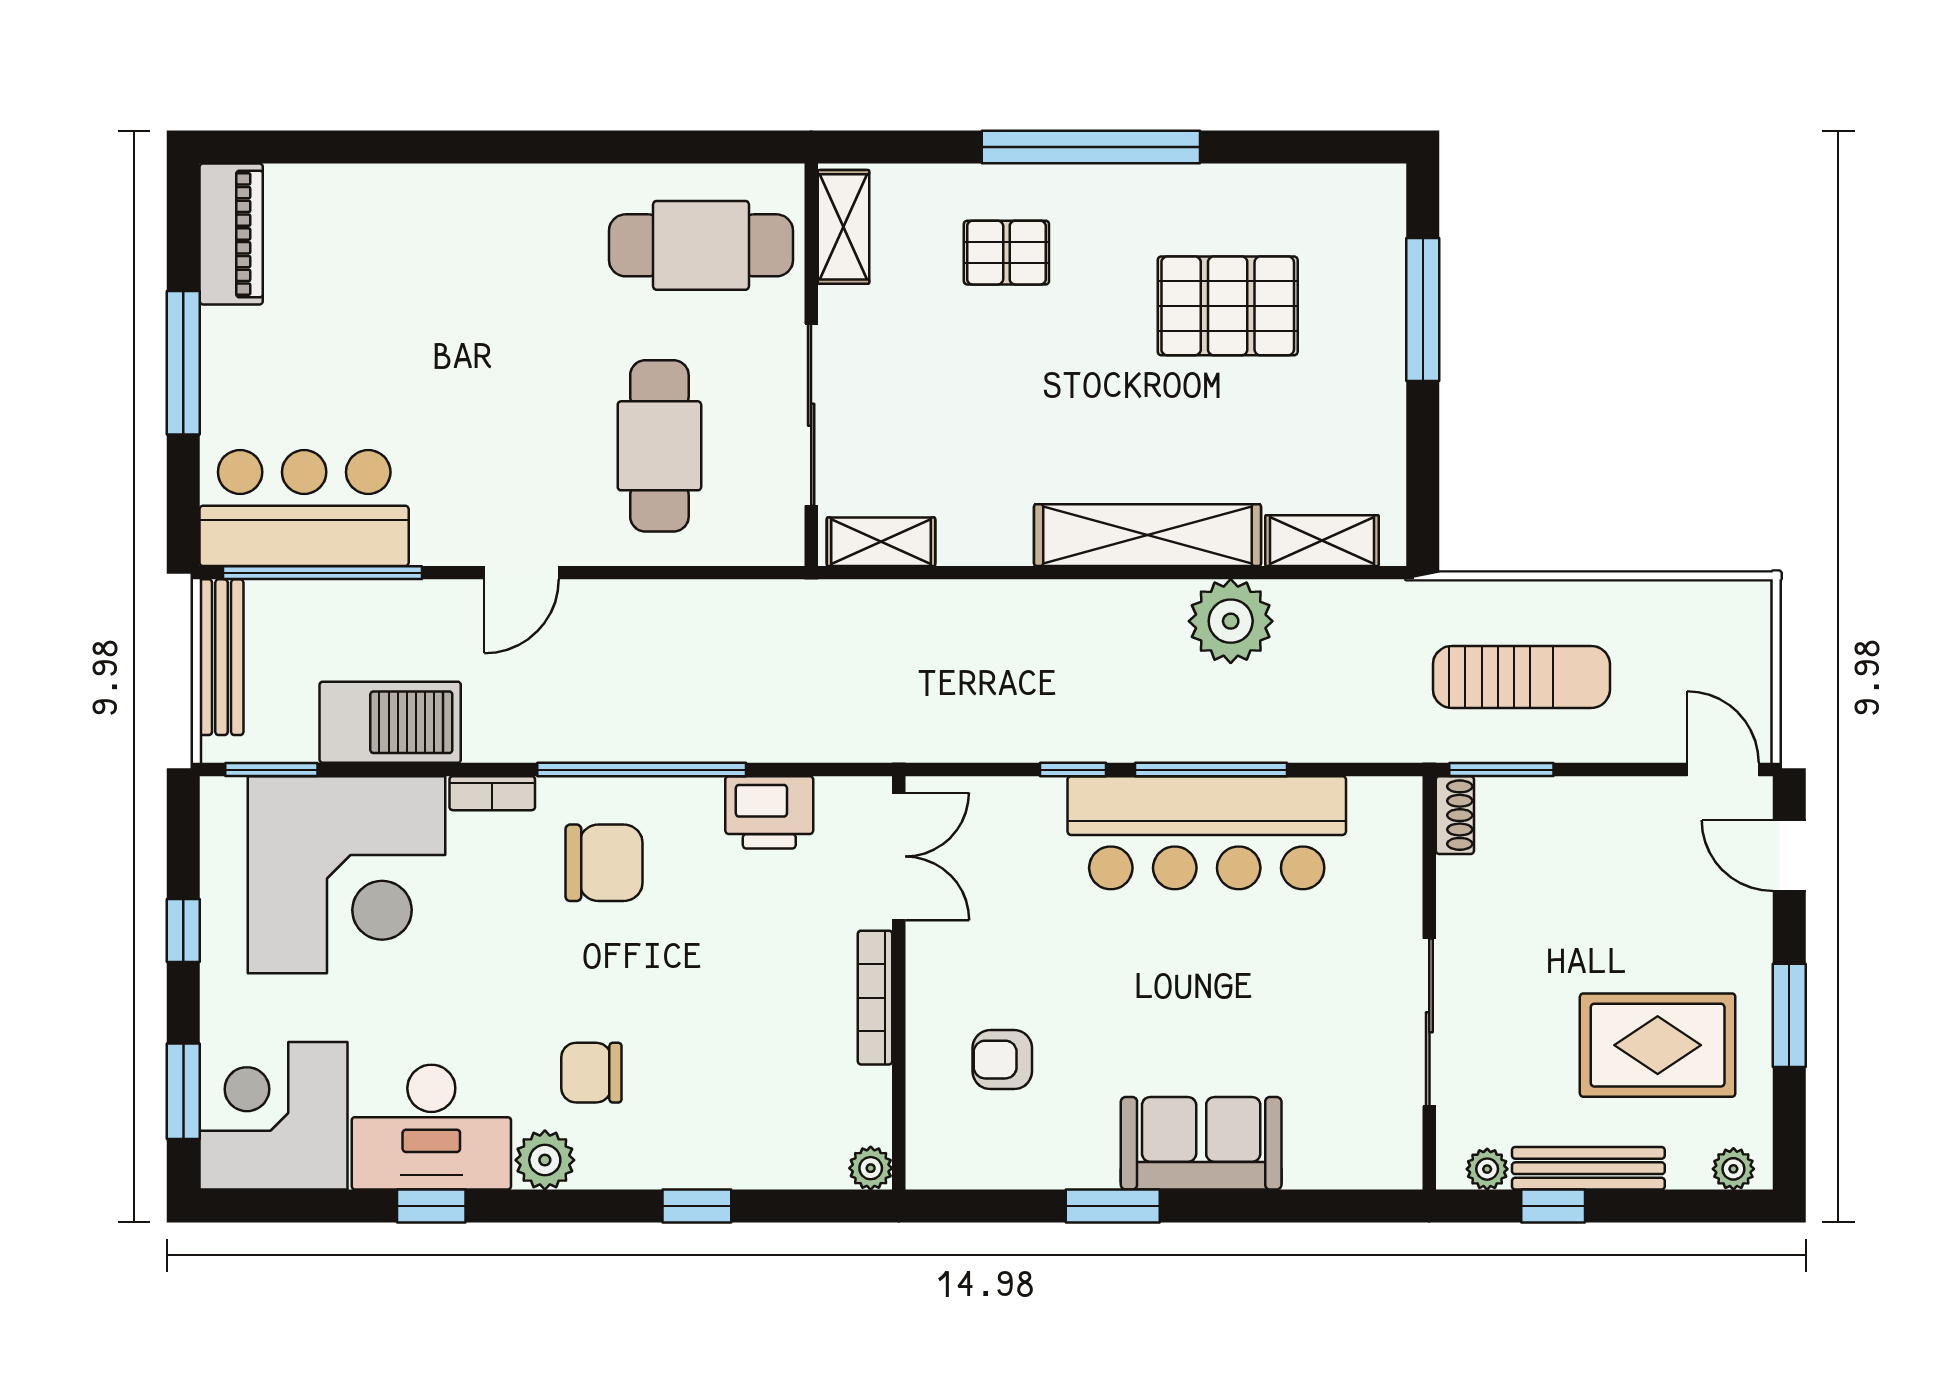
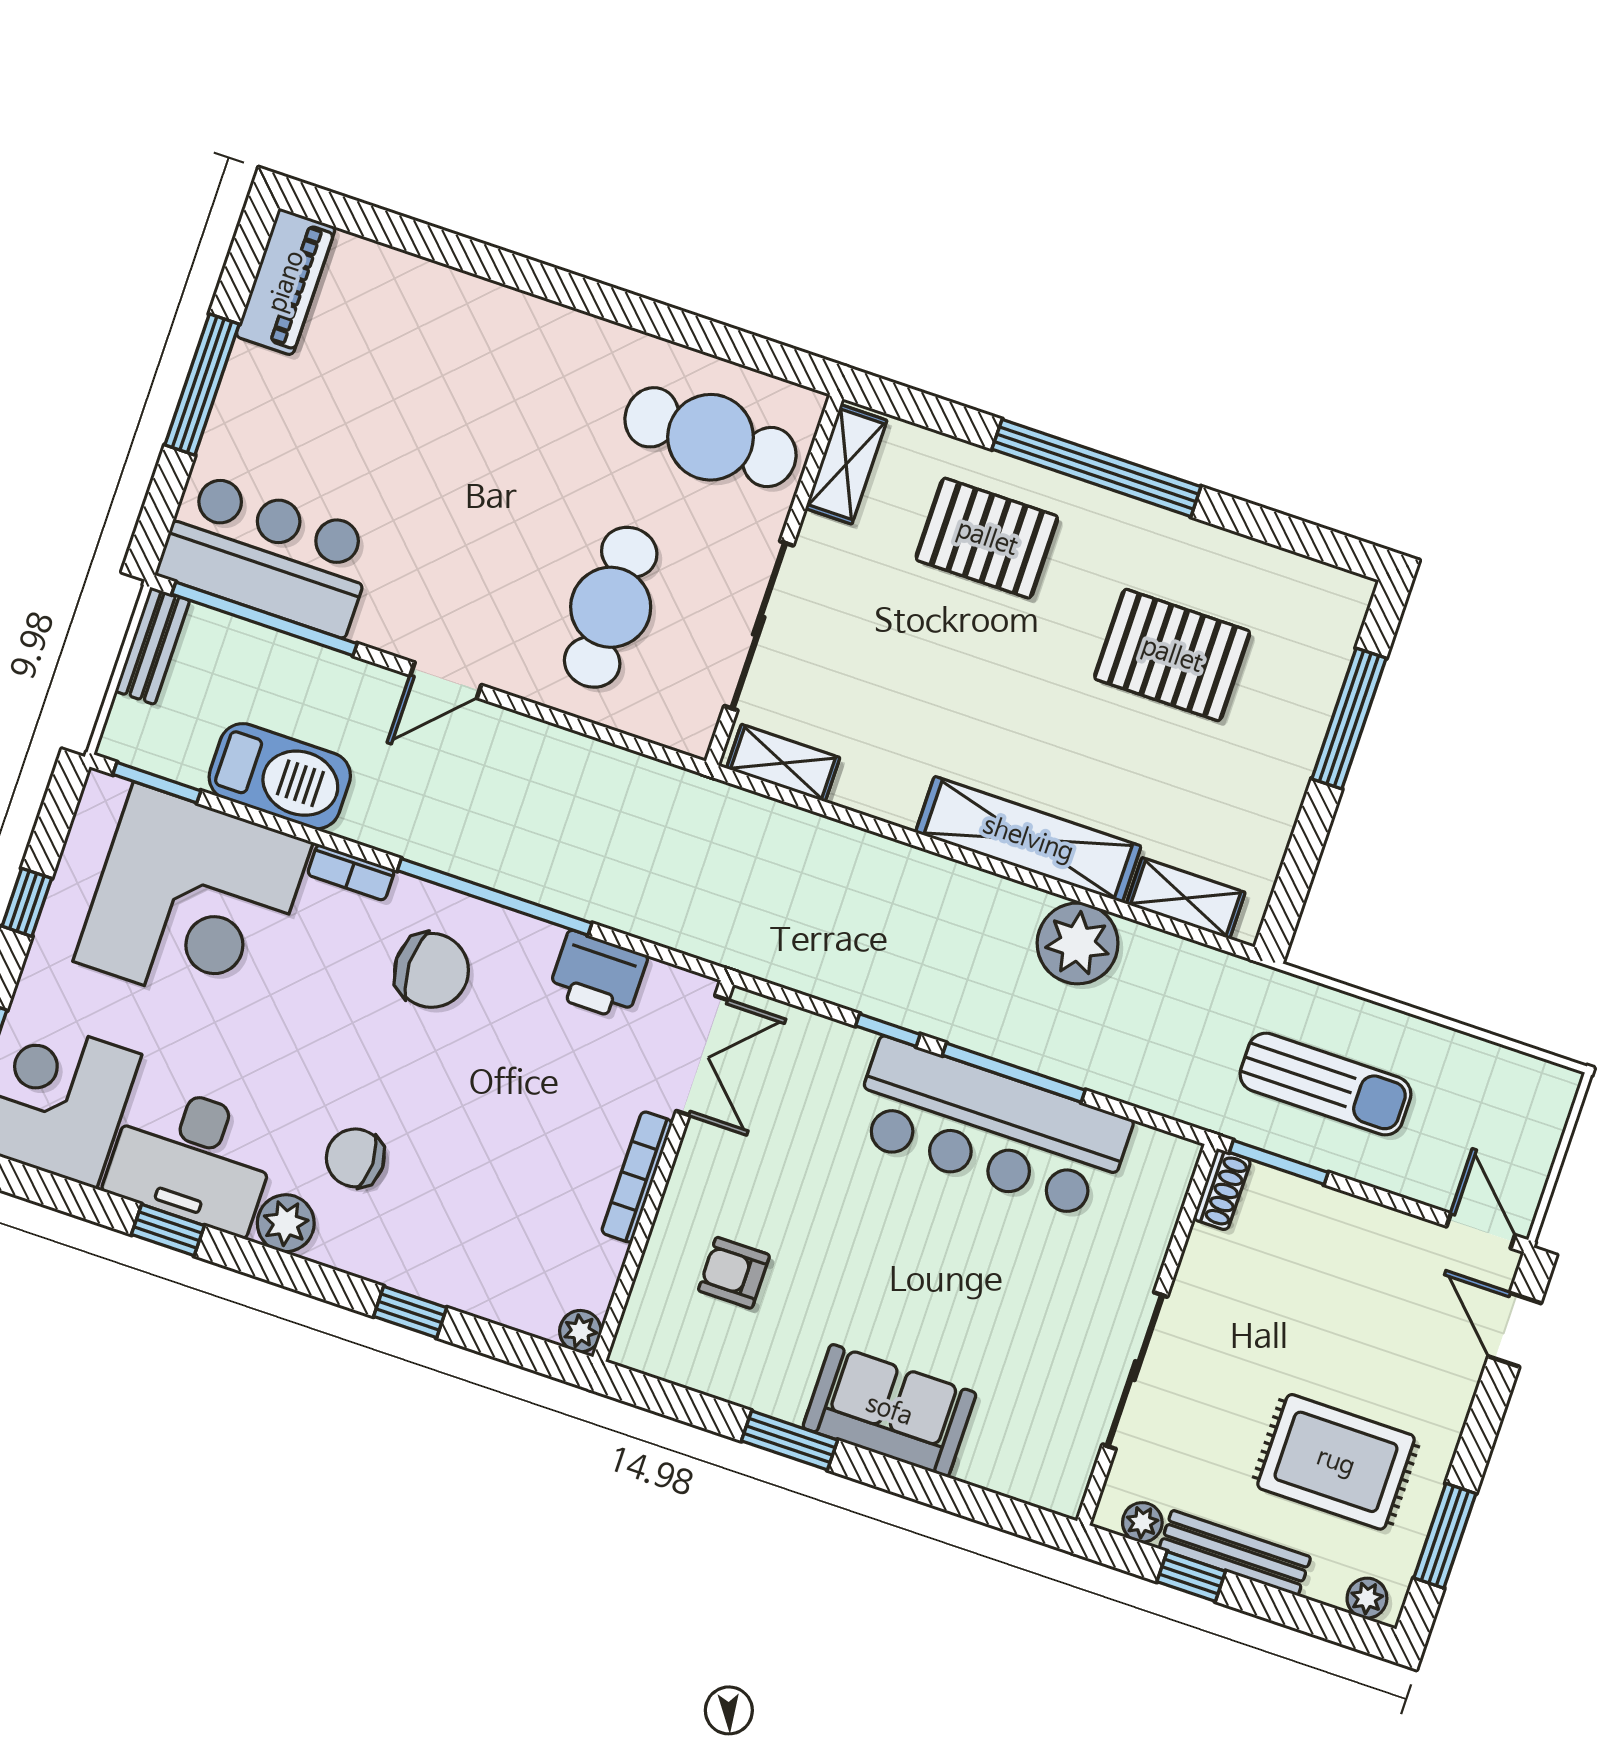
pallet: (1006, 253) -> (987, 538), width x1.50, depth x1.42
bench: (222, 657) -> (153, 646), width x0.73
window: (1789, 1015) -> (1445, 1536), moved

